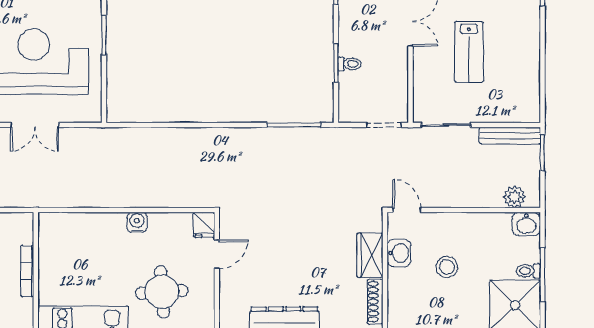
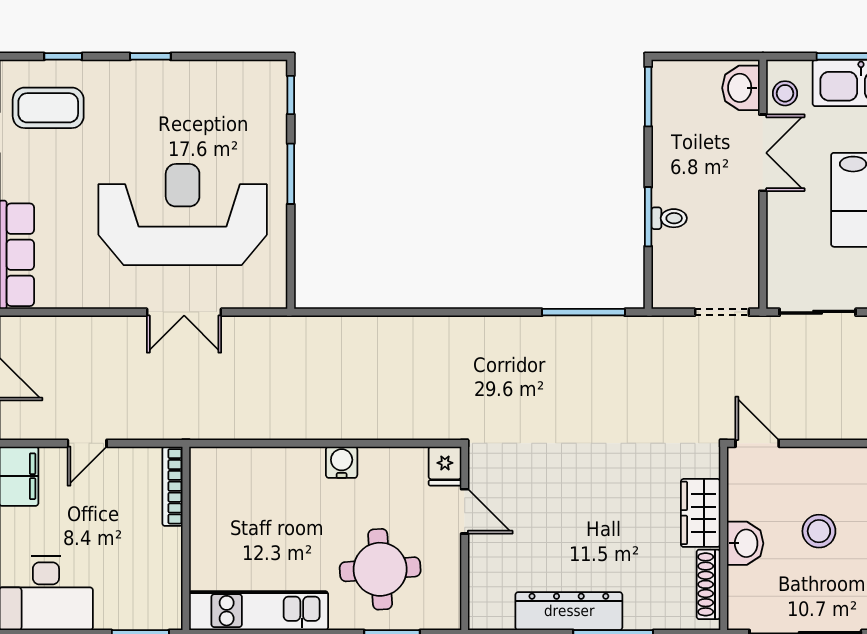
washbasin: (399, 253) -> (745, 543), moved
door: (217, 254) -> (465, 511), hinge flipped
bookcase: (27, 271) -> (172, 486), moved

